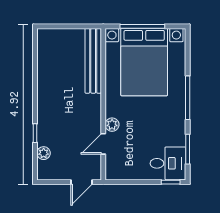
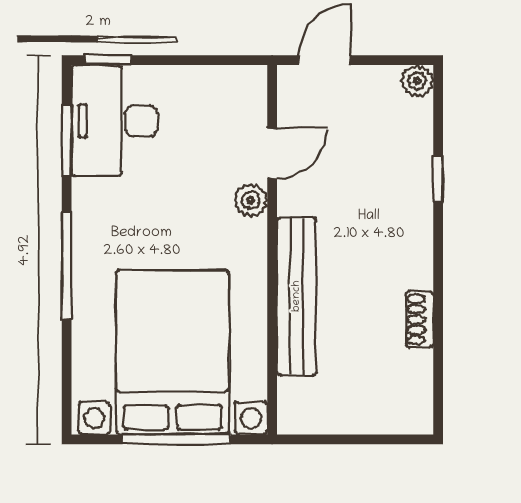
bench: (93, 61) -> (297, 296), moved
shoe rack: (43, 76) -> (420, 320), added
plant: (44, 153) -> (417, 81), moved
desk: (168, 163) -> (115, 121), width x1.37

